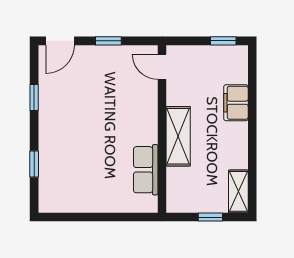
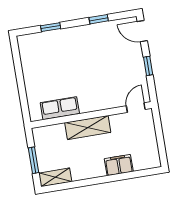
window: (223, 41) -> (162, 149), removed
window: (210, 217) -> (33, 160), width x1.50

